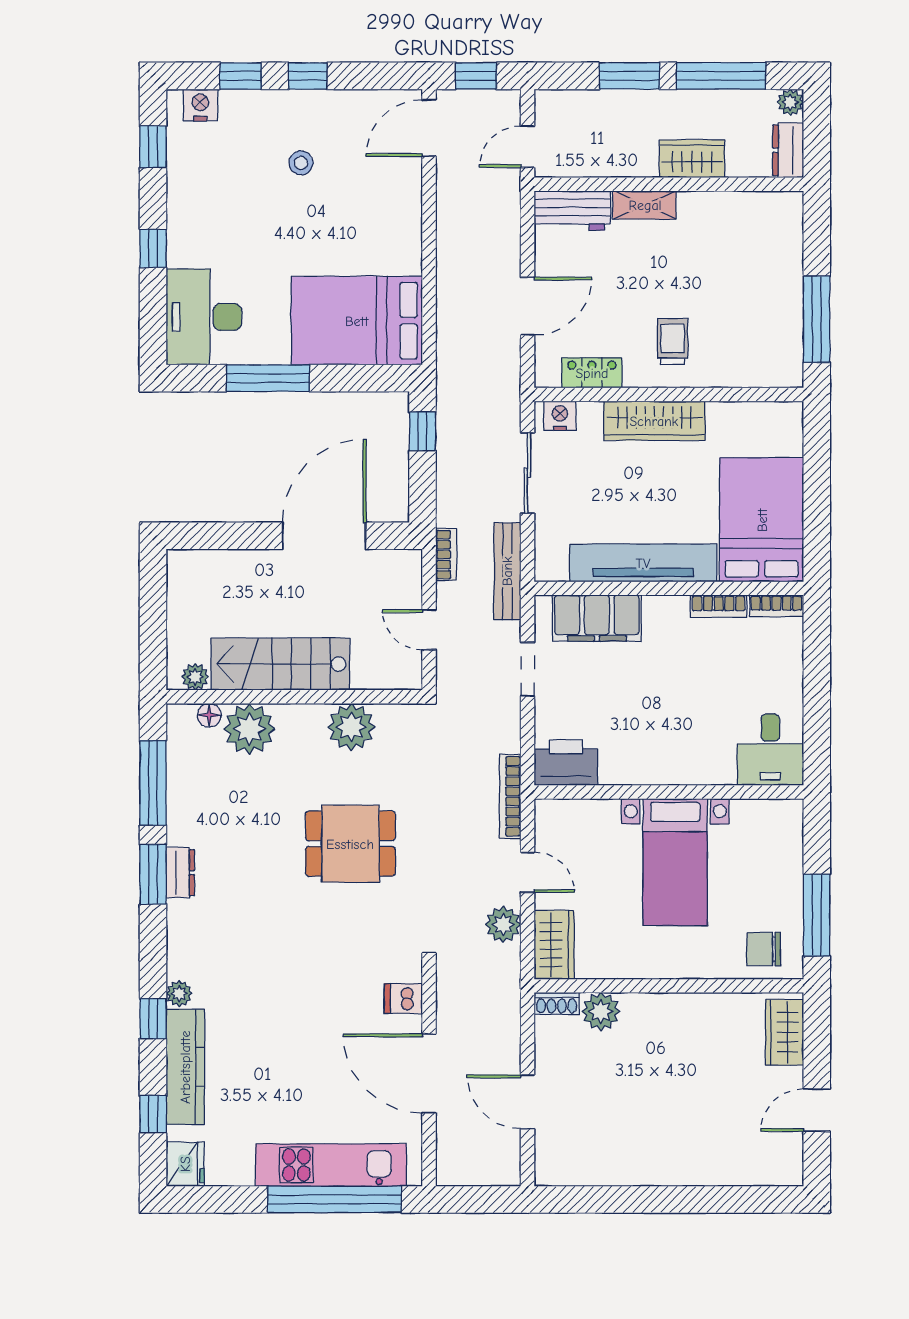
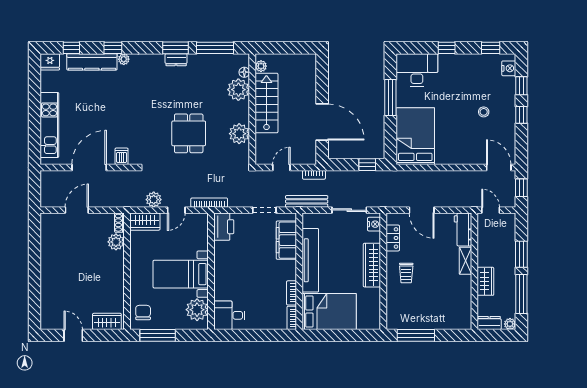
trolley: (673, 342) -> (406, 273), turned 90
plant: (757, 824) -> (197, 310), added
window: (334, 1199) -> (35, 126), removed

